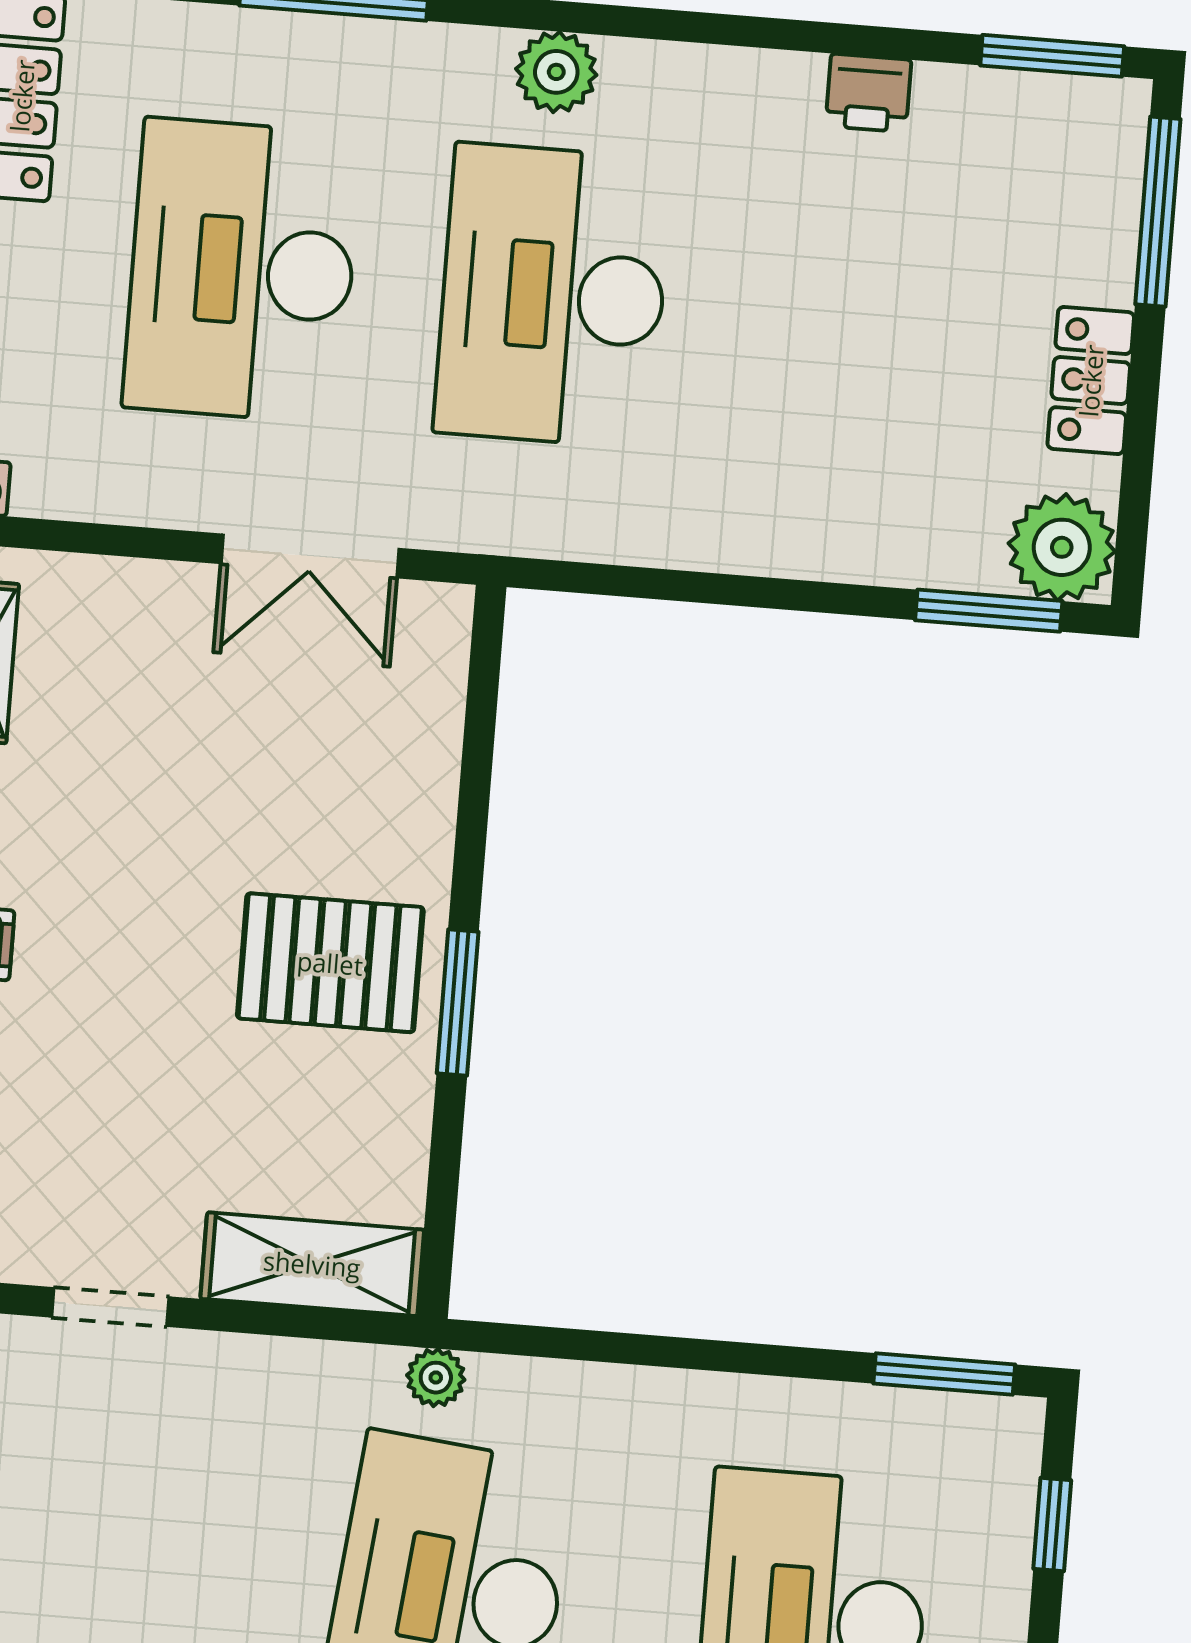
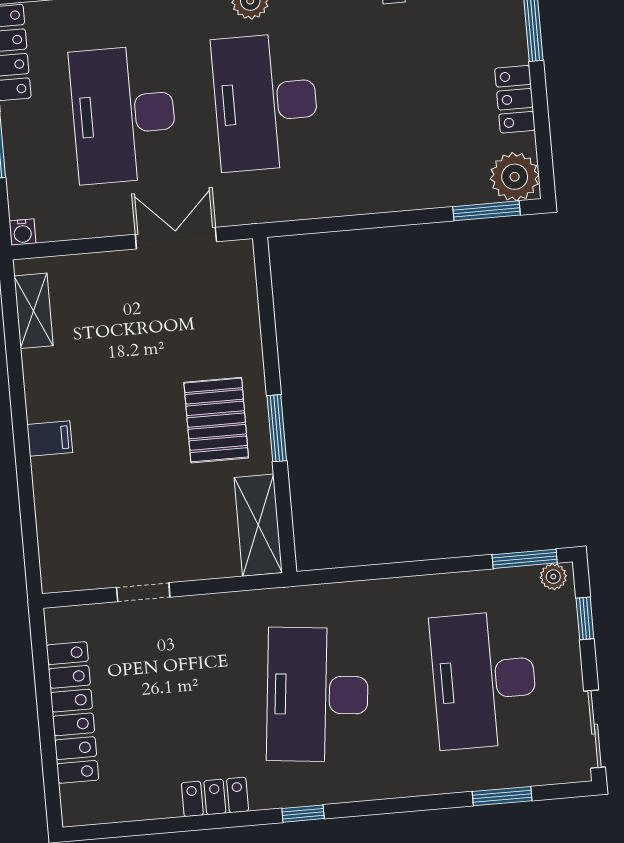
double door: (310, 556) -> (176, 238), swing flipped
pallet: (330, 963) -> (216, 420), turned 90
shelving: (312, 1264) -> (258, 525), moved, turned 90
plant: (436, 1378) -> (553, 577), moved

